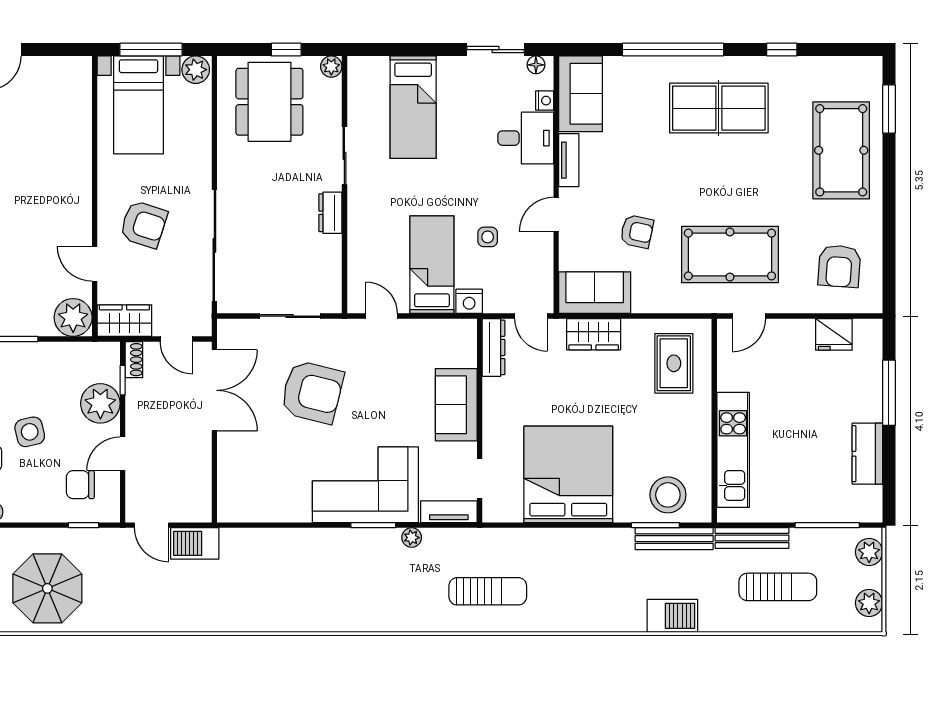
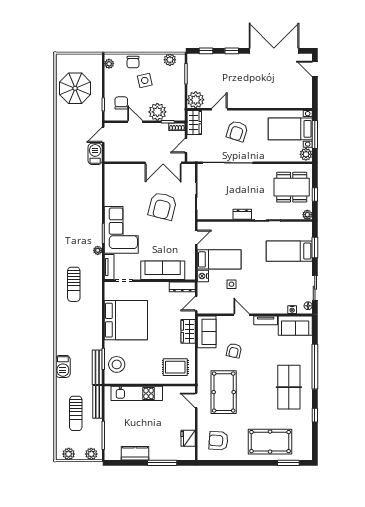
window: (405, 50) -> (315, 248), added
desk: (526, 138) -> (276, 301), removed
sofa: (456, 405) -> (163, 270), width x1.36

